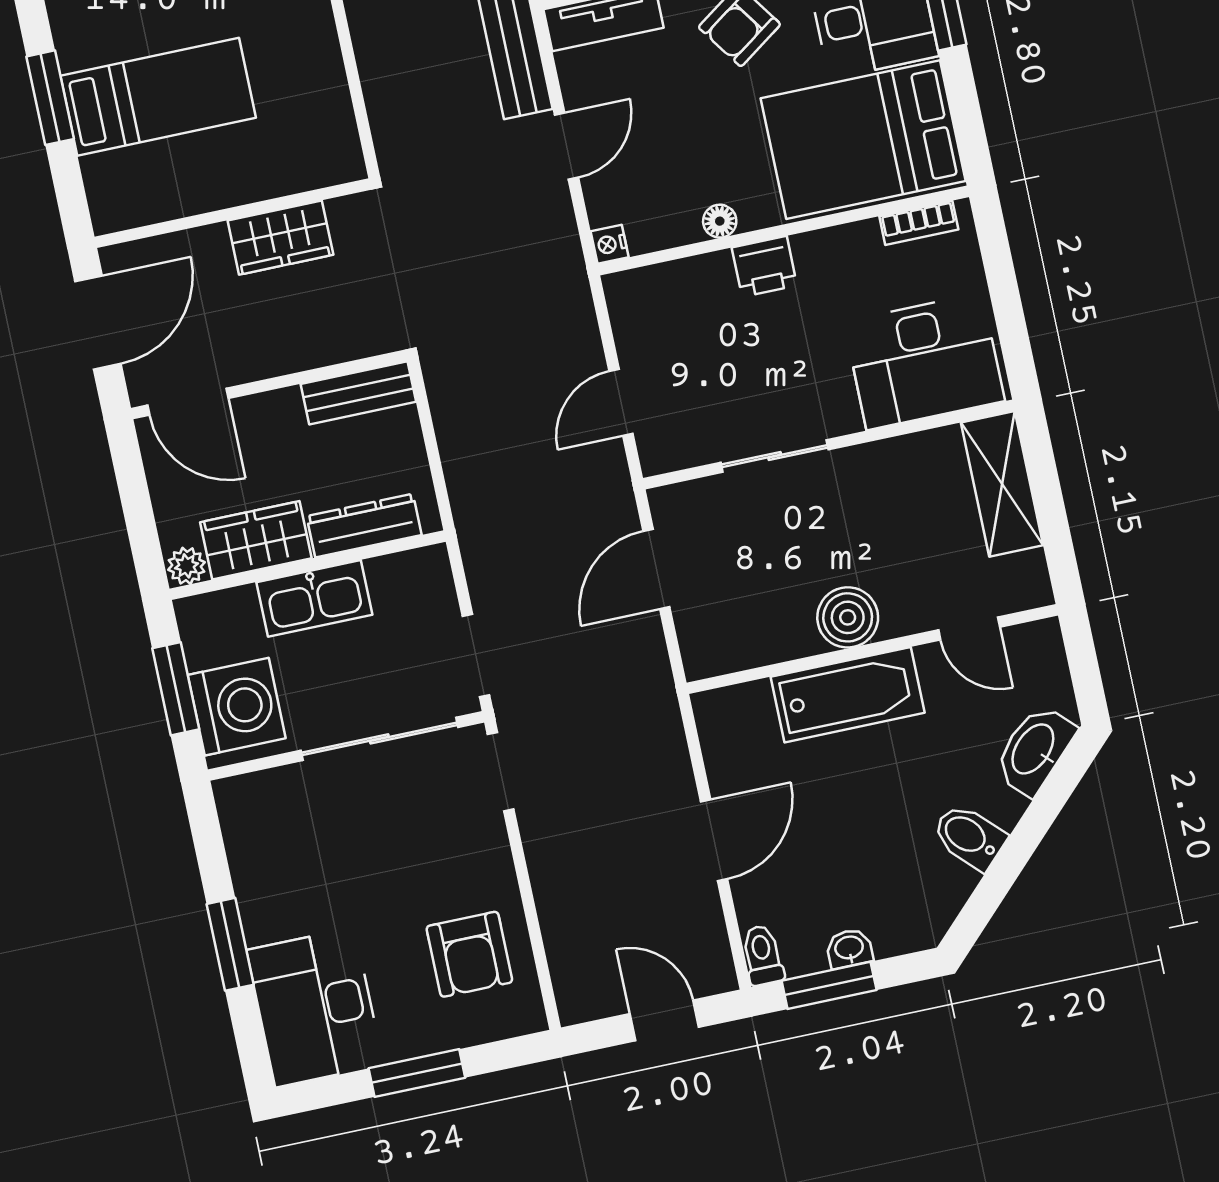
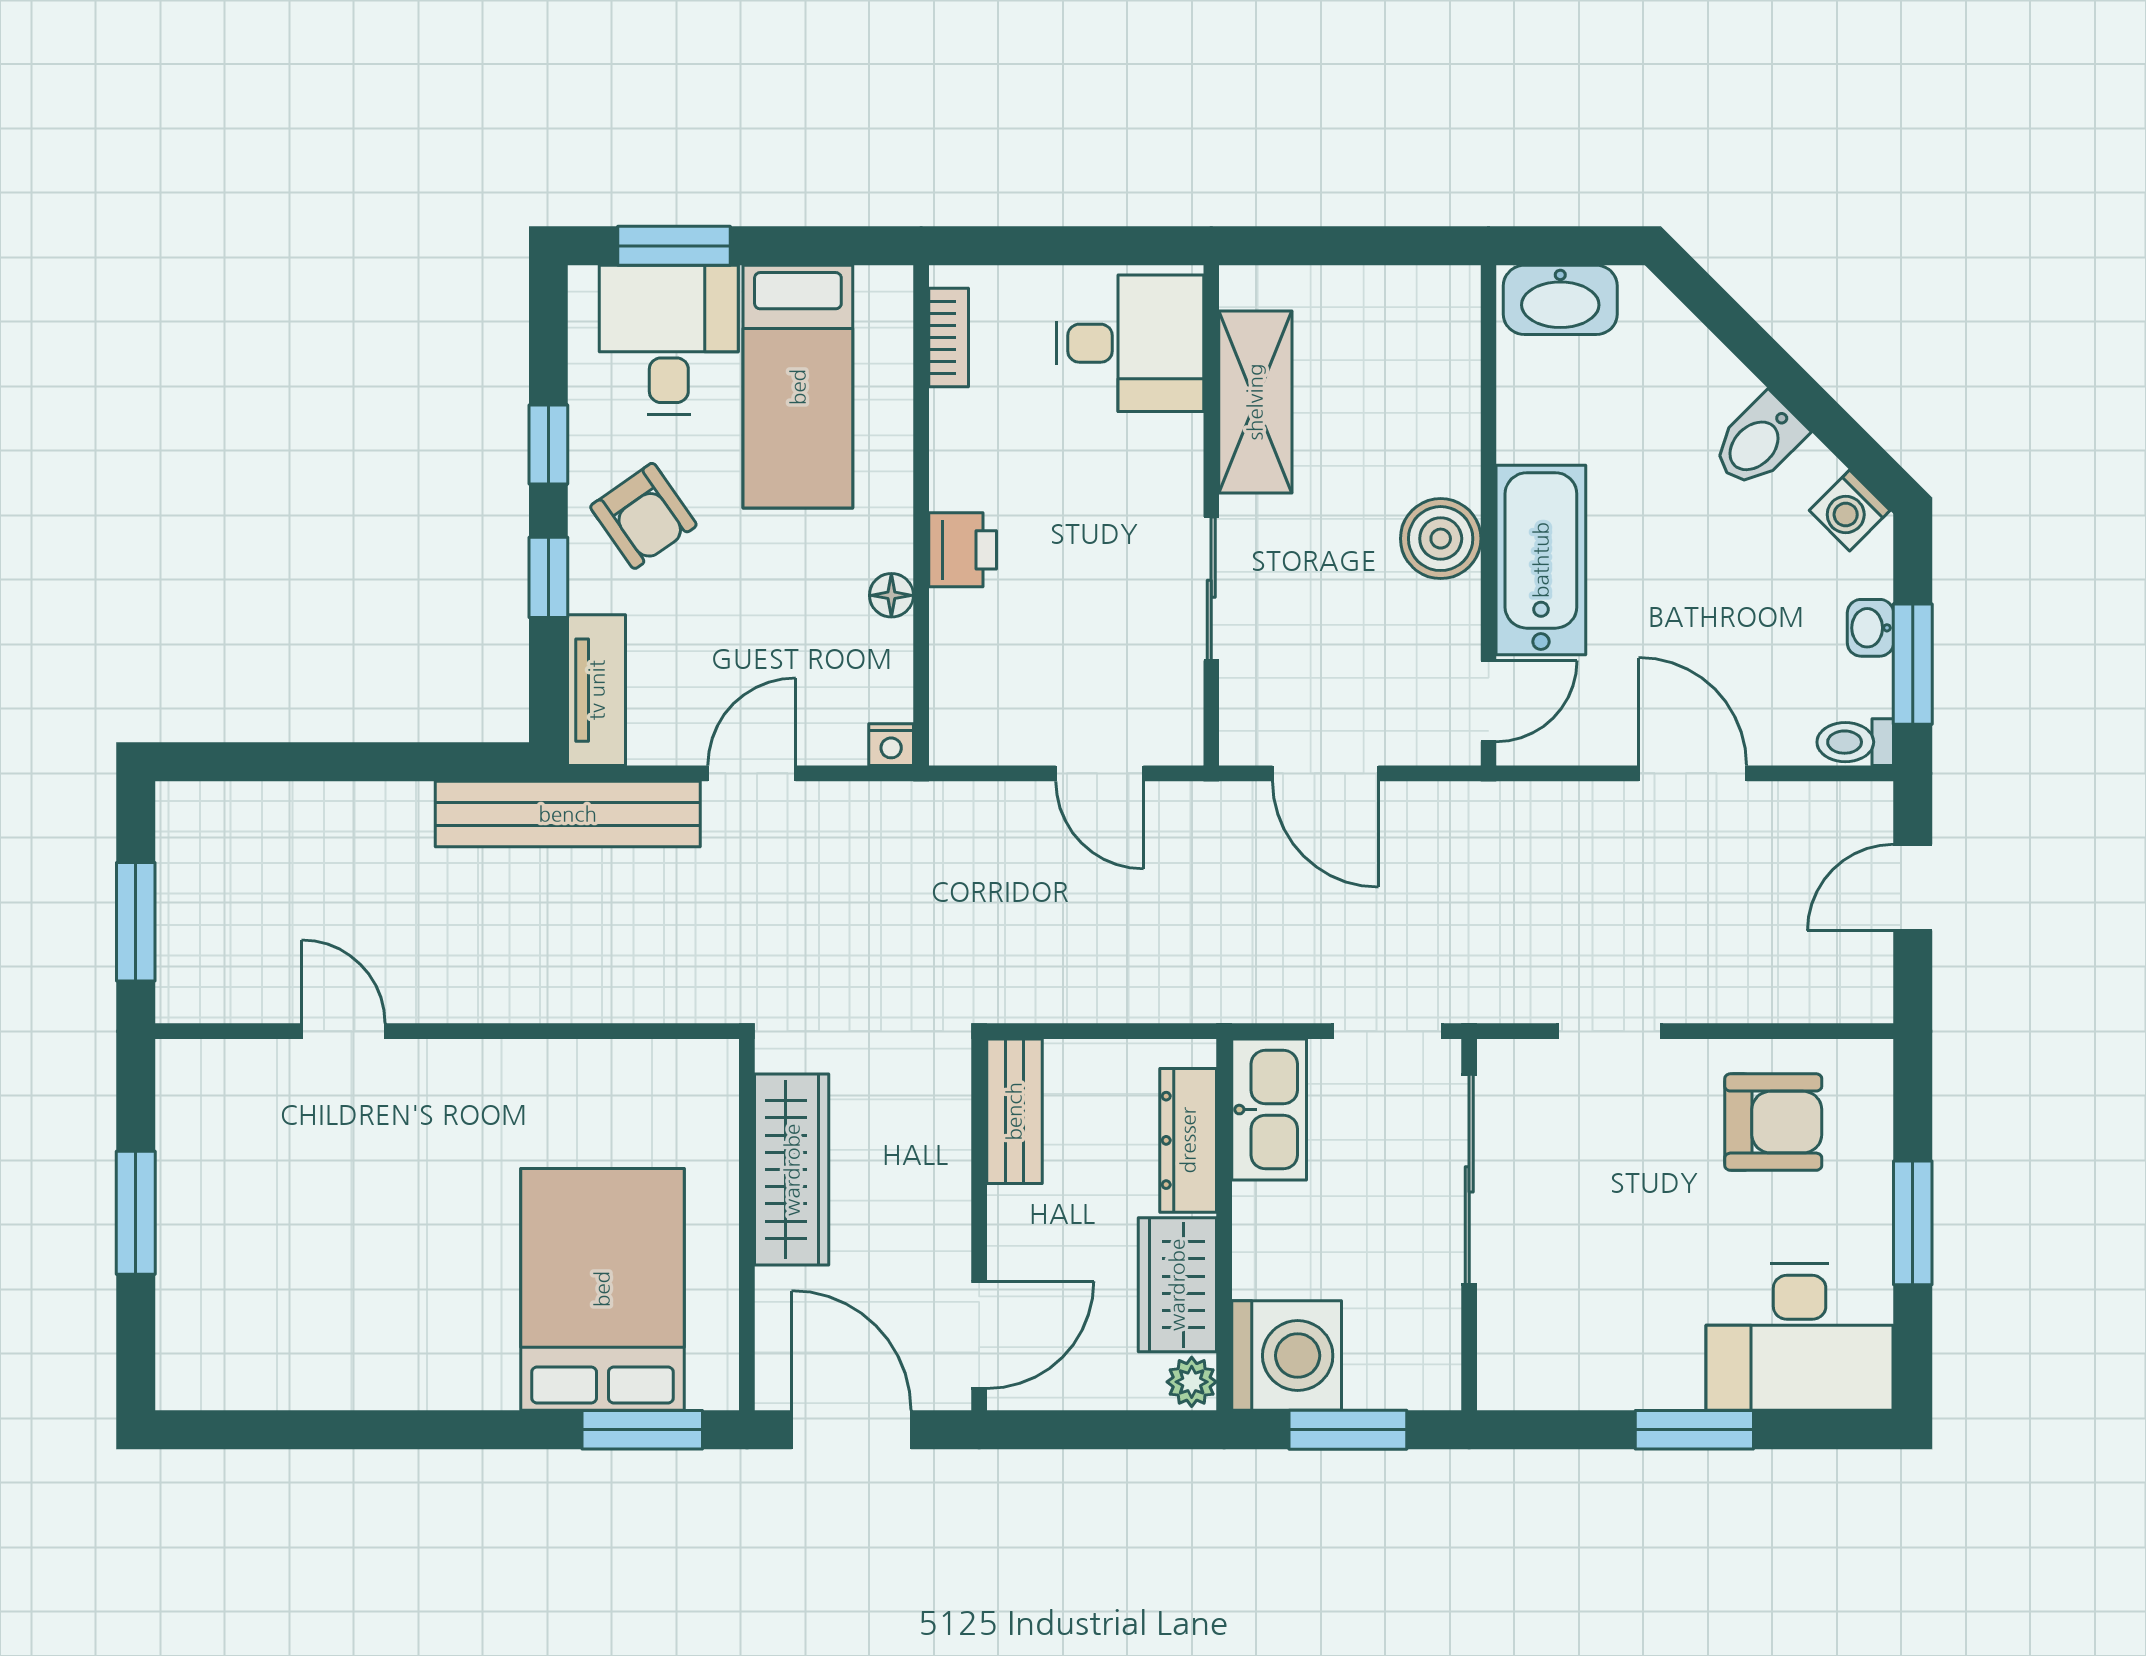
bed: (158, 97) -> (602, 1289), width x1.50
window: (50, 98) -> (642, 1430), moved
bed: (863, 140) -> (798, 387), width x0.67
door: (567, 146) -> (752, 773), hinge flipped
wardrobe: (280, 238) -> (792, 1170), width x1.50
desk: (924, 361) -> (1130, 343), width x0.73
shelving: (1002, 484) -> (1255, 402), moved, turned 90
kitchen sink: (314, 598) -> (1269, 1110), moved
door: (969, 628) -> (1489, 701), moved
washing machine: (237, 707) -> (1287, 1356), moved, turned 90
washbasin: (1034, 750) -> (1560, 300), moved, turned -45
doorway: (501, 772) -> (1610, 1031), moved
washing machine: (933, 915) -> (1850, 510), added

